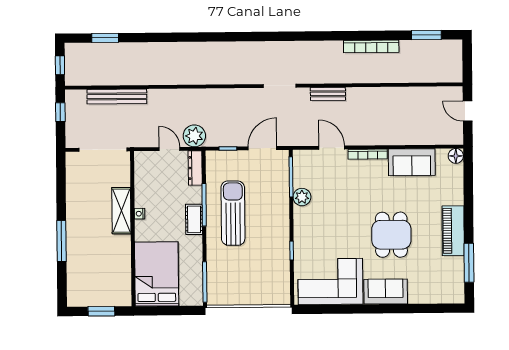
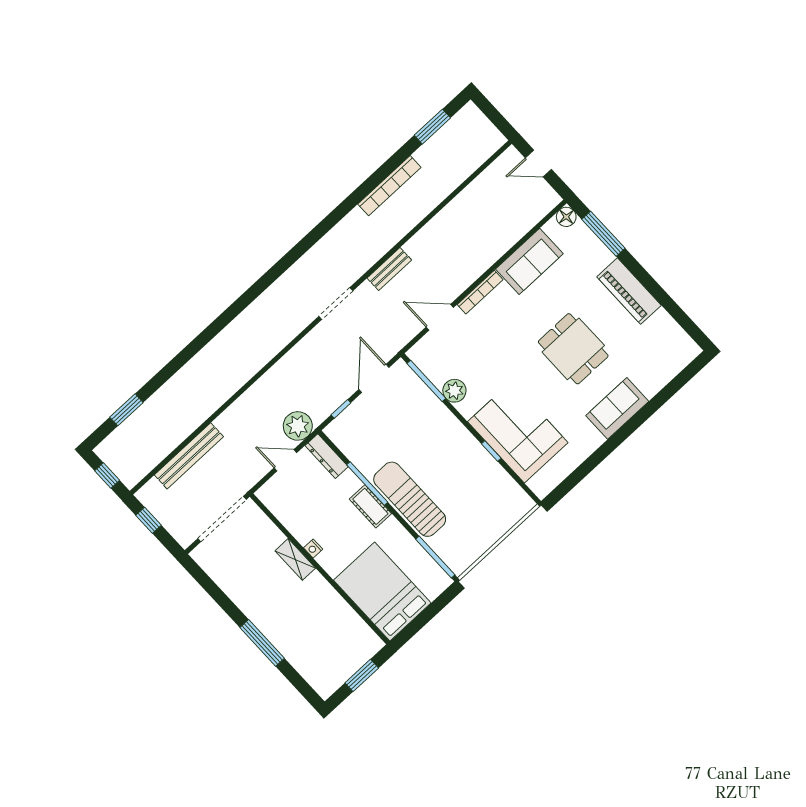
shelving: (121, 211) -> (295, 559), width x0.67, depth x0.75
sun lounger: (233, 213) -> (410, 499), moved
window: (469, 263) -> (603, 234), moved
corner sofa: (330, 282) -> (518, 432), moved, turned 90

